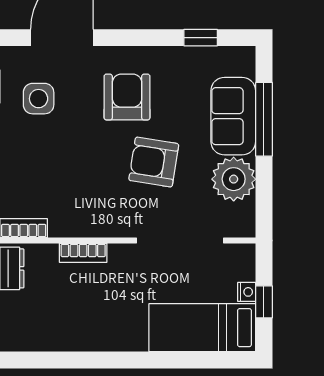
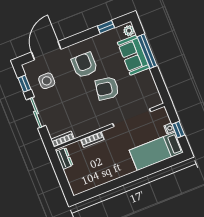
plant: (234, 179) -> (129, 31), moved, width x0.53, depth x0.53

